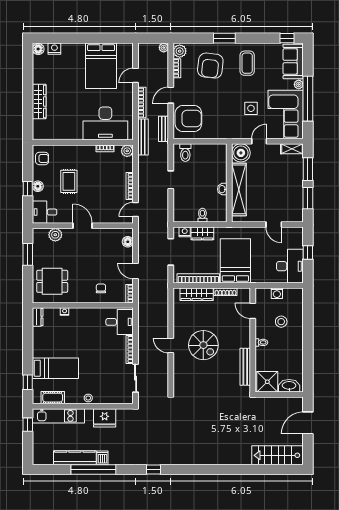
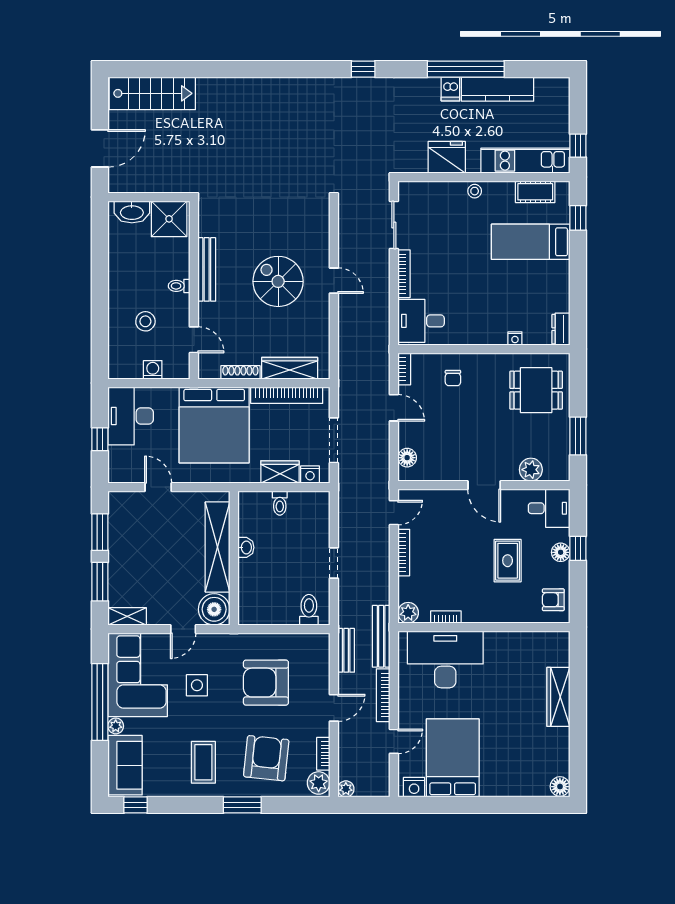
nightstand: (54, 49) -> (414, 787), moved
armchair: (188, 118) -> (266, 683), moved
bed: (235, 261) -> (214, 425), width x1.36
bench: (245, 367) -> (207, 269), moved

